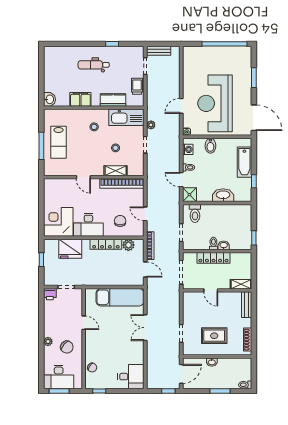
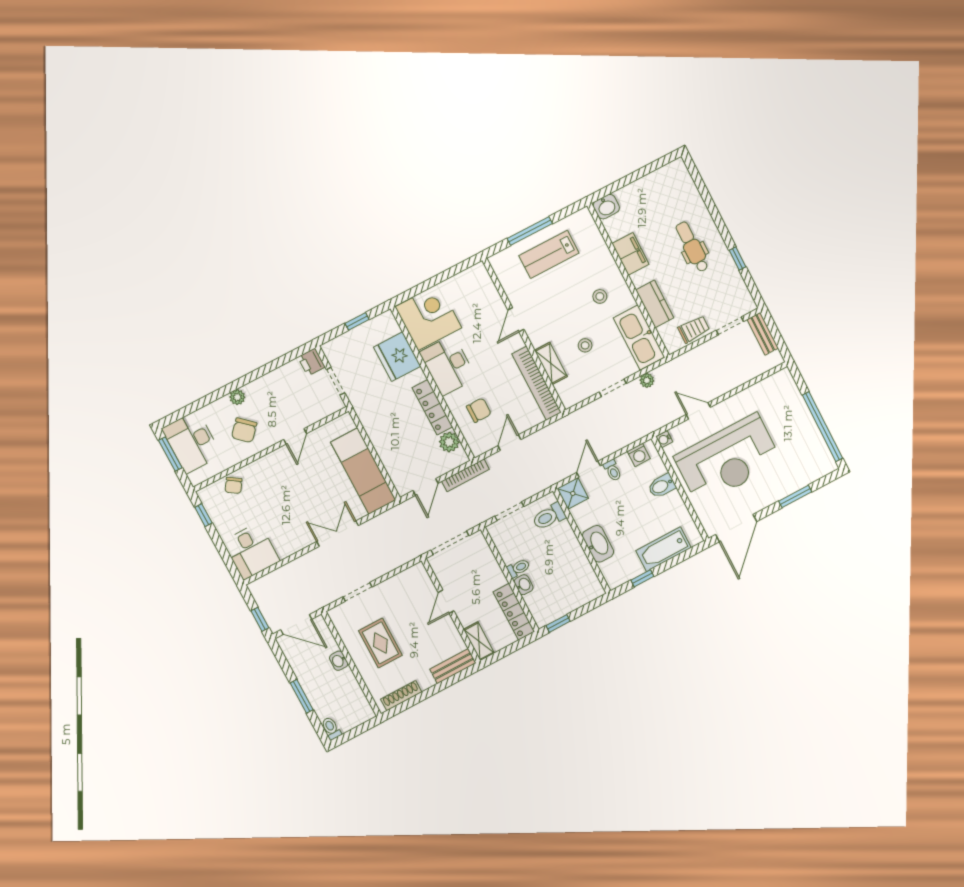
reception desk: (215, 103) -> (728, 459), turned 180
locker: (213, 258) -> (514, 612), moved

